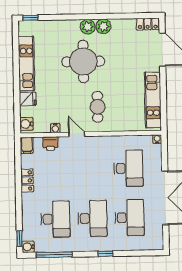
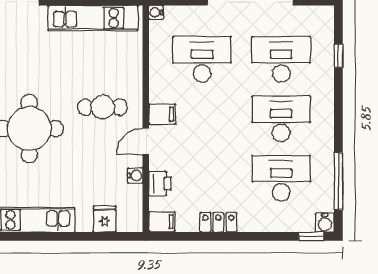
fridge: (28, 99) -> (105, 219), moved
water cooler: (26, 124) -> (128, 222), removed
filing cabinet: (94, 144) -> (162, 114), added
window: (106, 254) -> (338, 56), moved

